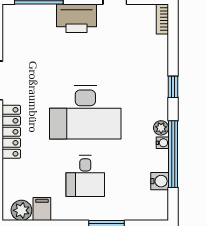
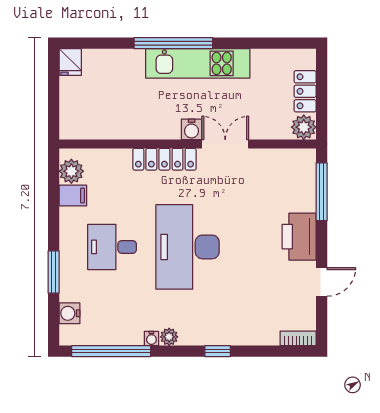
window: (173, 154) -> (111, 351), moved
water cooler: (160, 181) -> (69, 313), moved, turned 90

